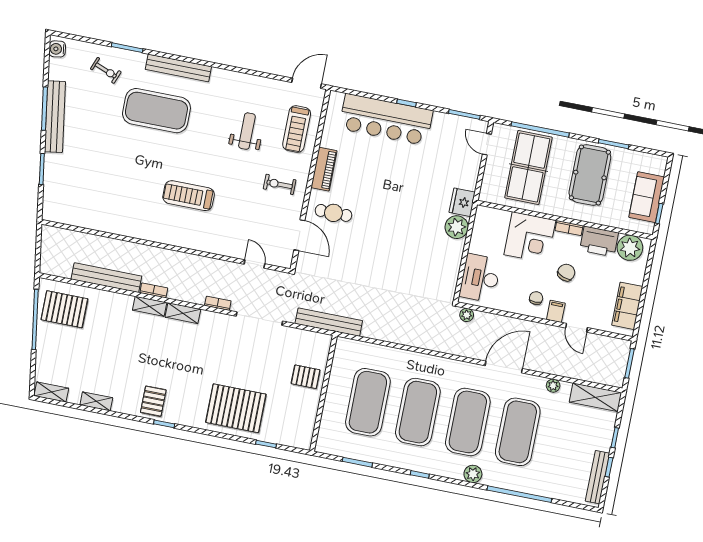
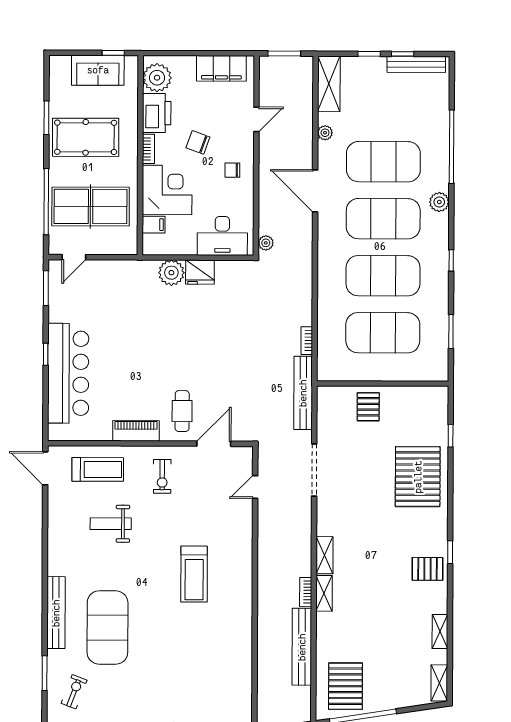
fridge: (462, 202) -> (200, 272), moved
bookcase: (218, 303) -> (307, 341), moved
filing cabinet: (556, 311) -> (154, 225), moved, turned 180

